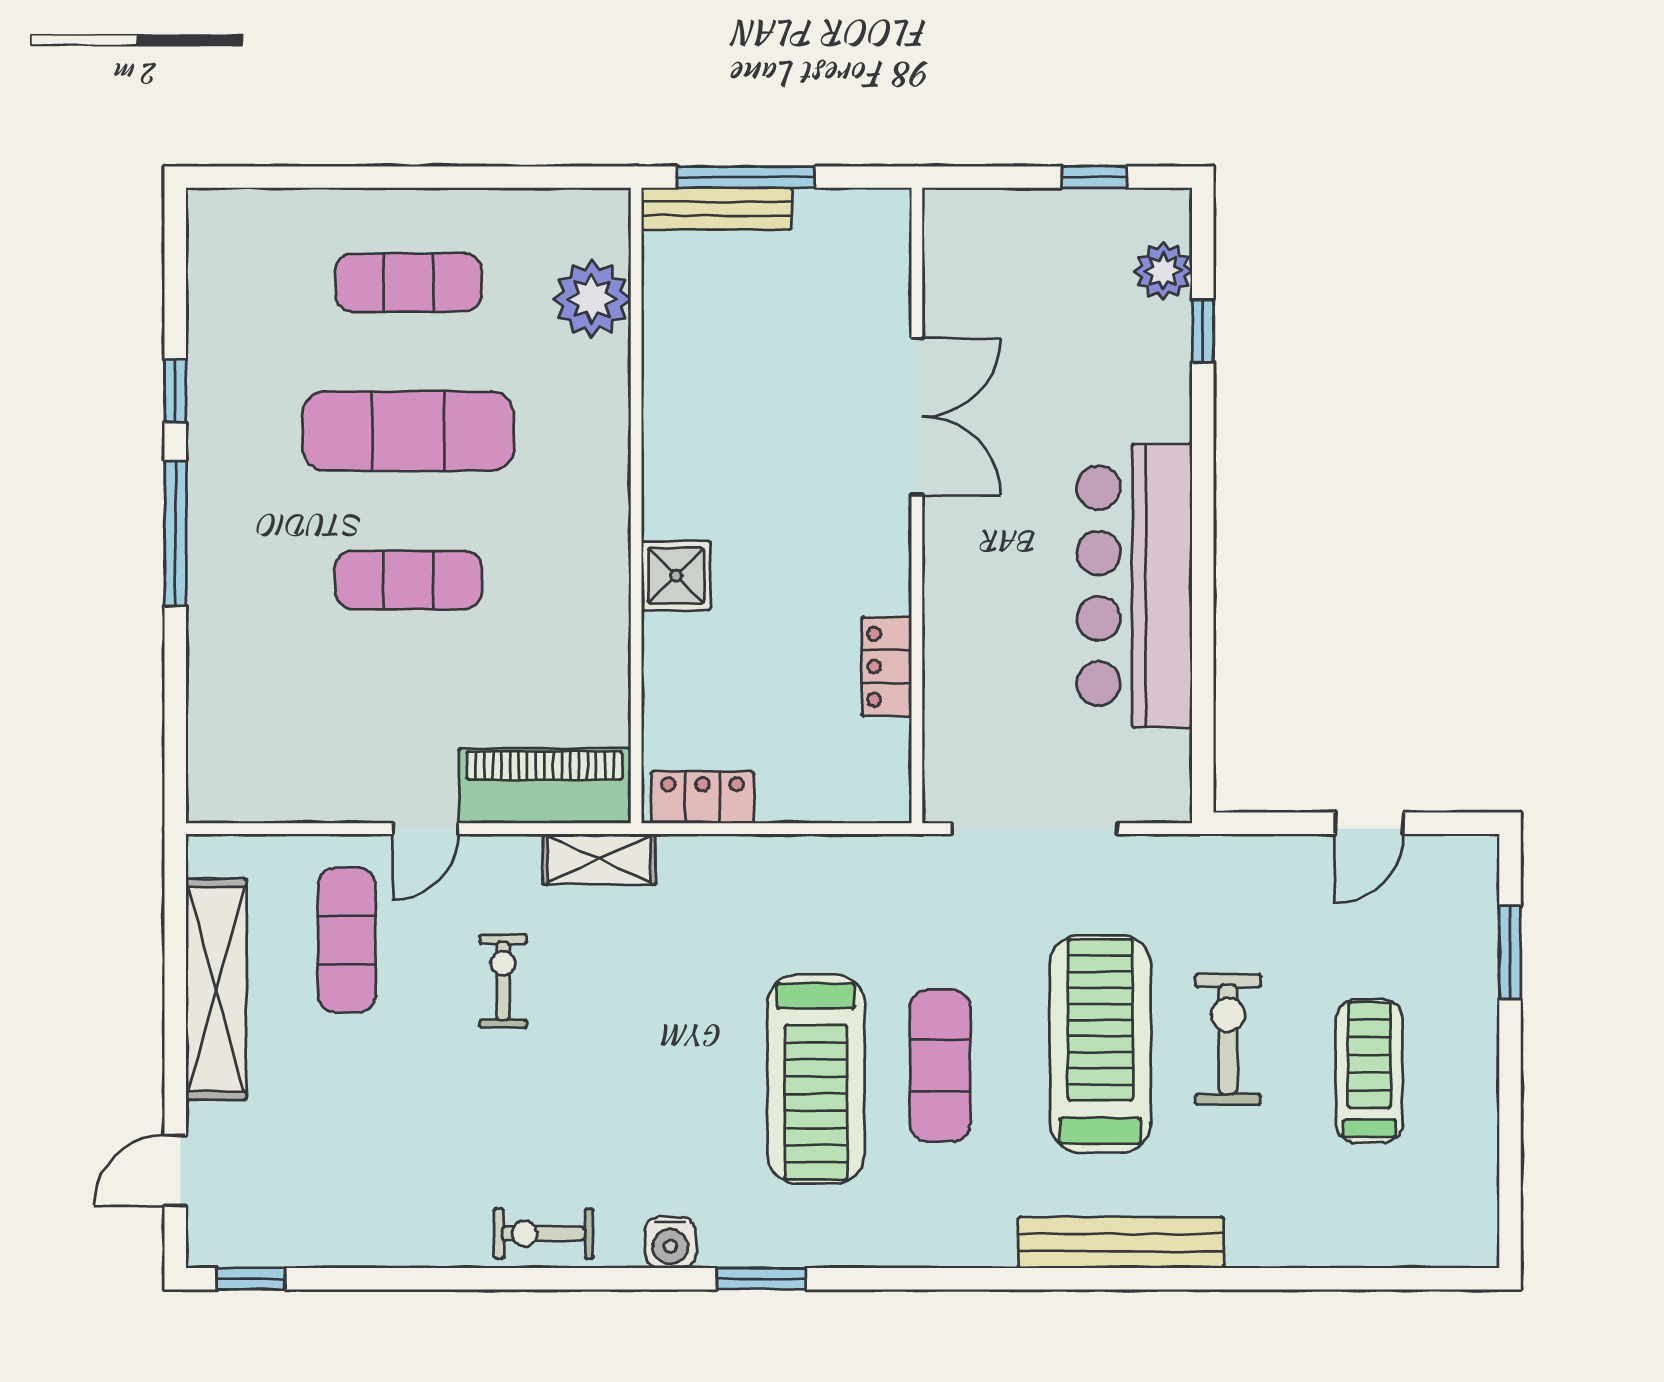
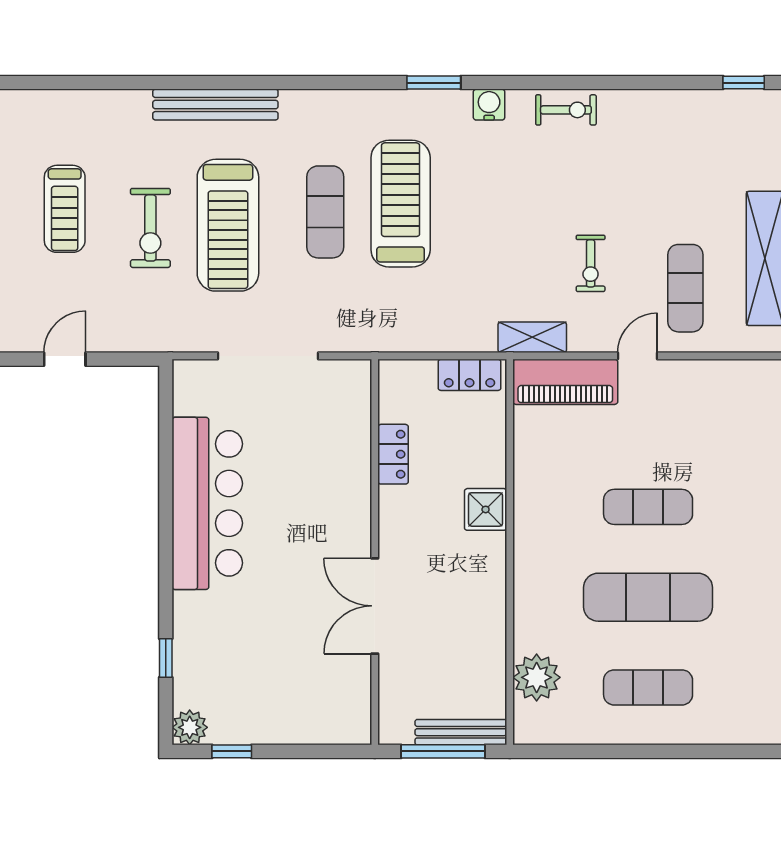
plant: (1163, 271) -> (190, 727), moved
double door: (917, 417) -> (375, 606), moved
wall: (917, 505) -> (375, 552), moved
locker: (887, 667) -> (393, 454), moved

